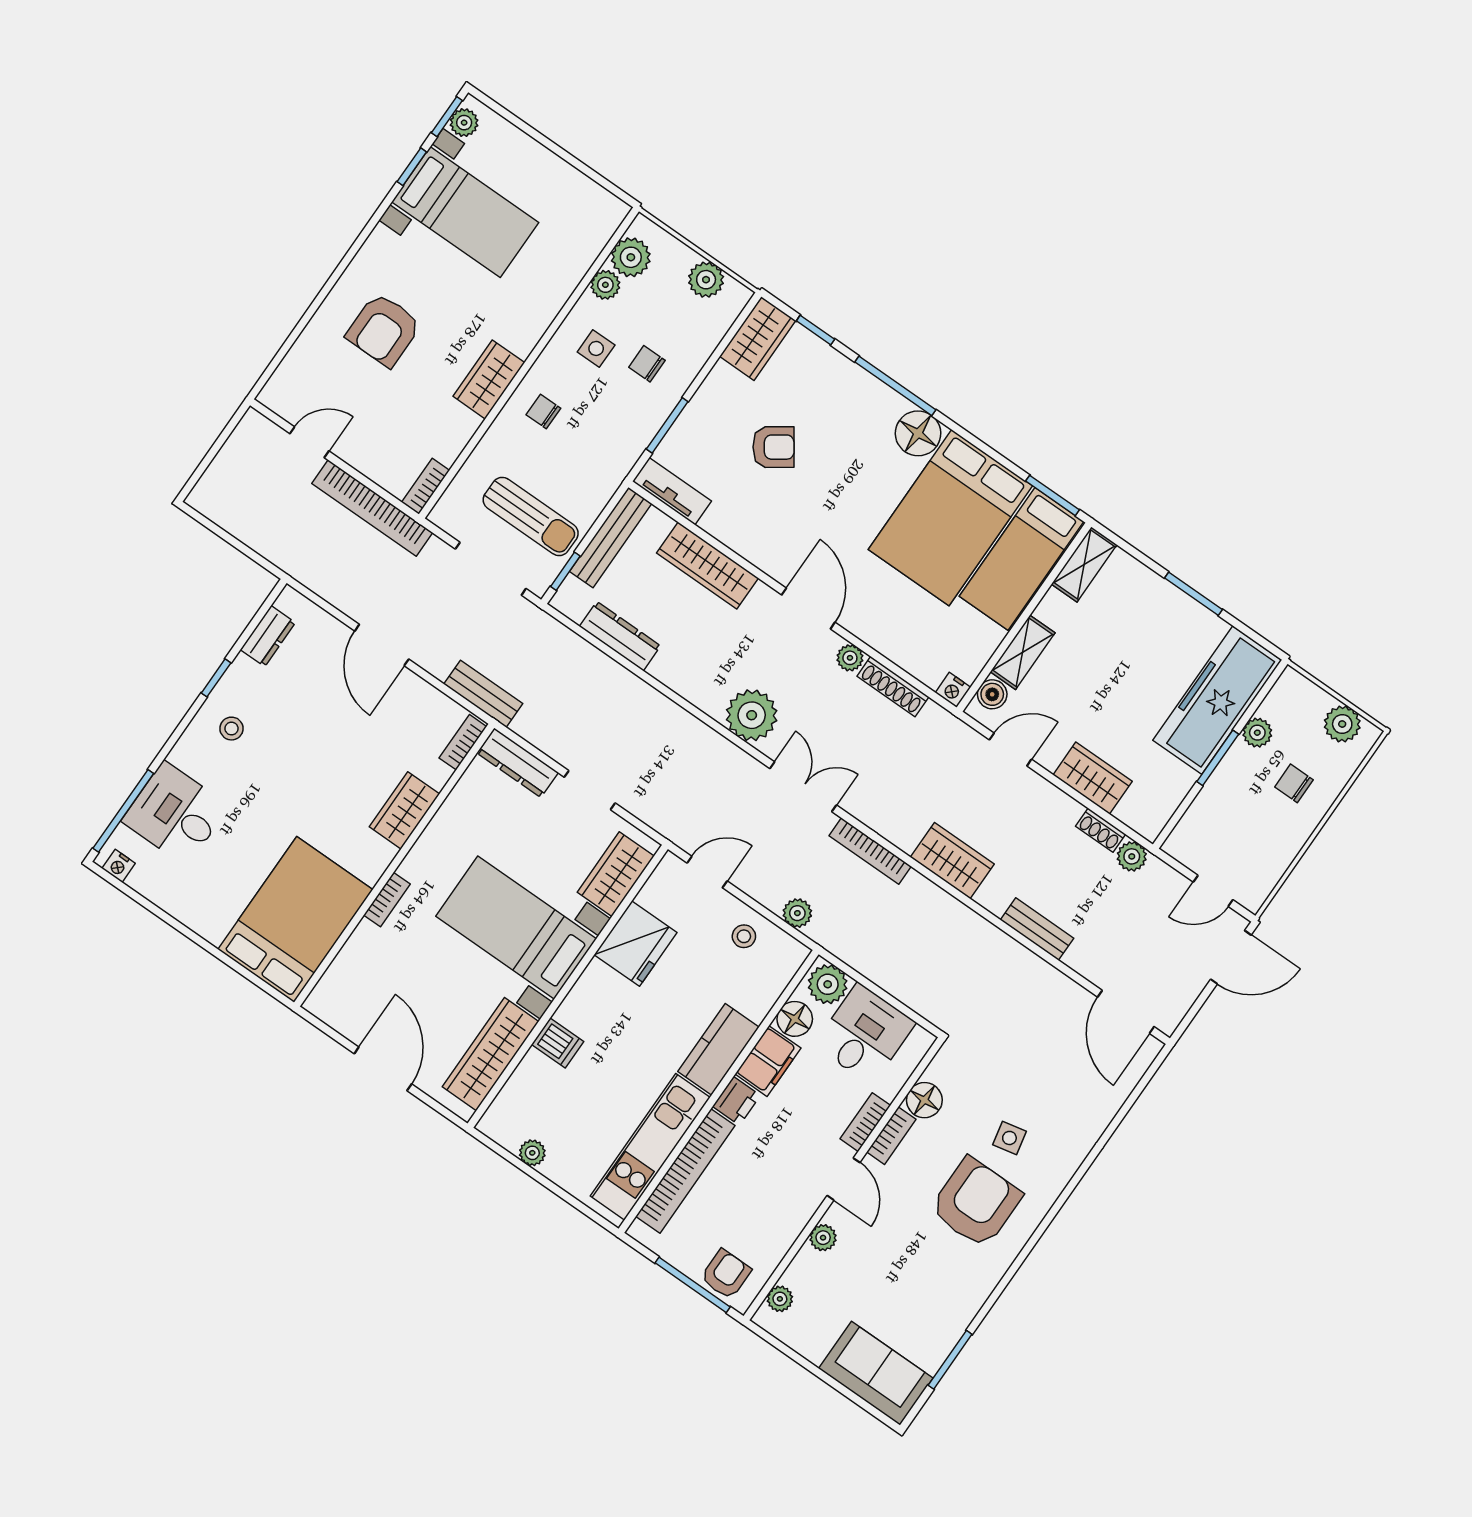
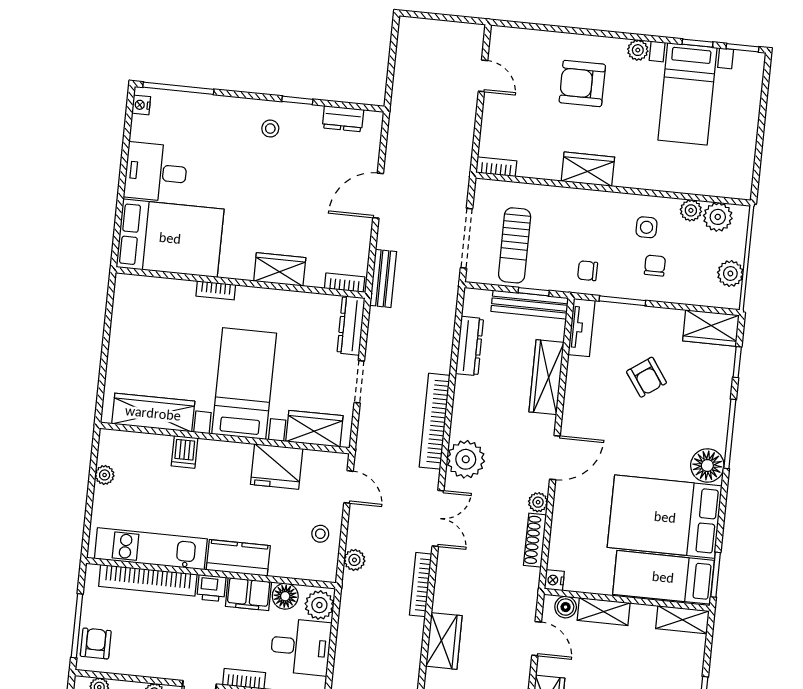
plant: (464, 123) -> (638, 50), moved
chair: (543, 411) -> (588, 271), moved, turned -90
bookcase: (372, 508) -> (435, 421), moved
window: (565, 571) -> (534, 292), moved
desk: (175, 814) -> (156, 172), moved, turned -90
door: (383, 1069) -> (105, 348), removed
armchair: (726, 1274) -> (96, 643), turned -90

